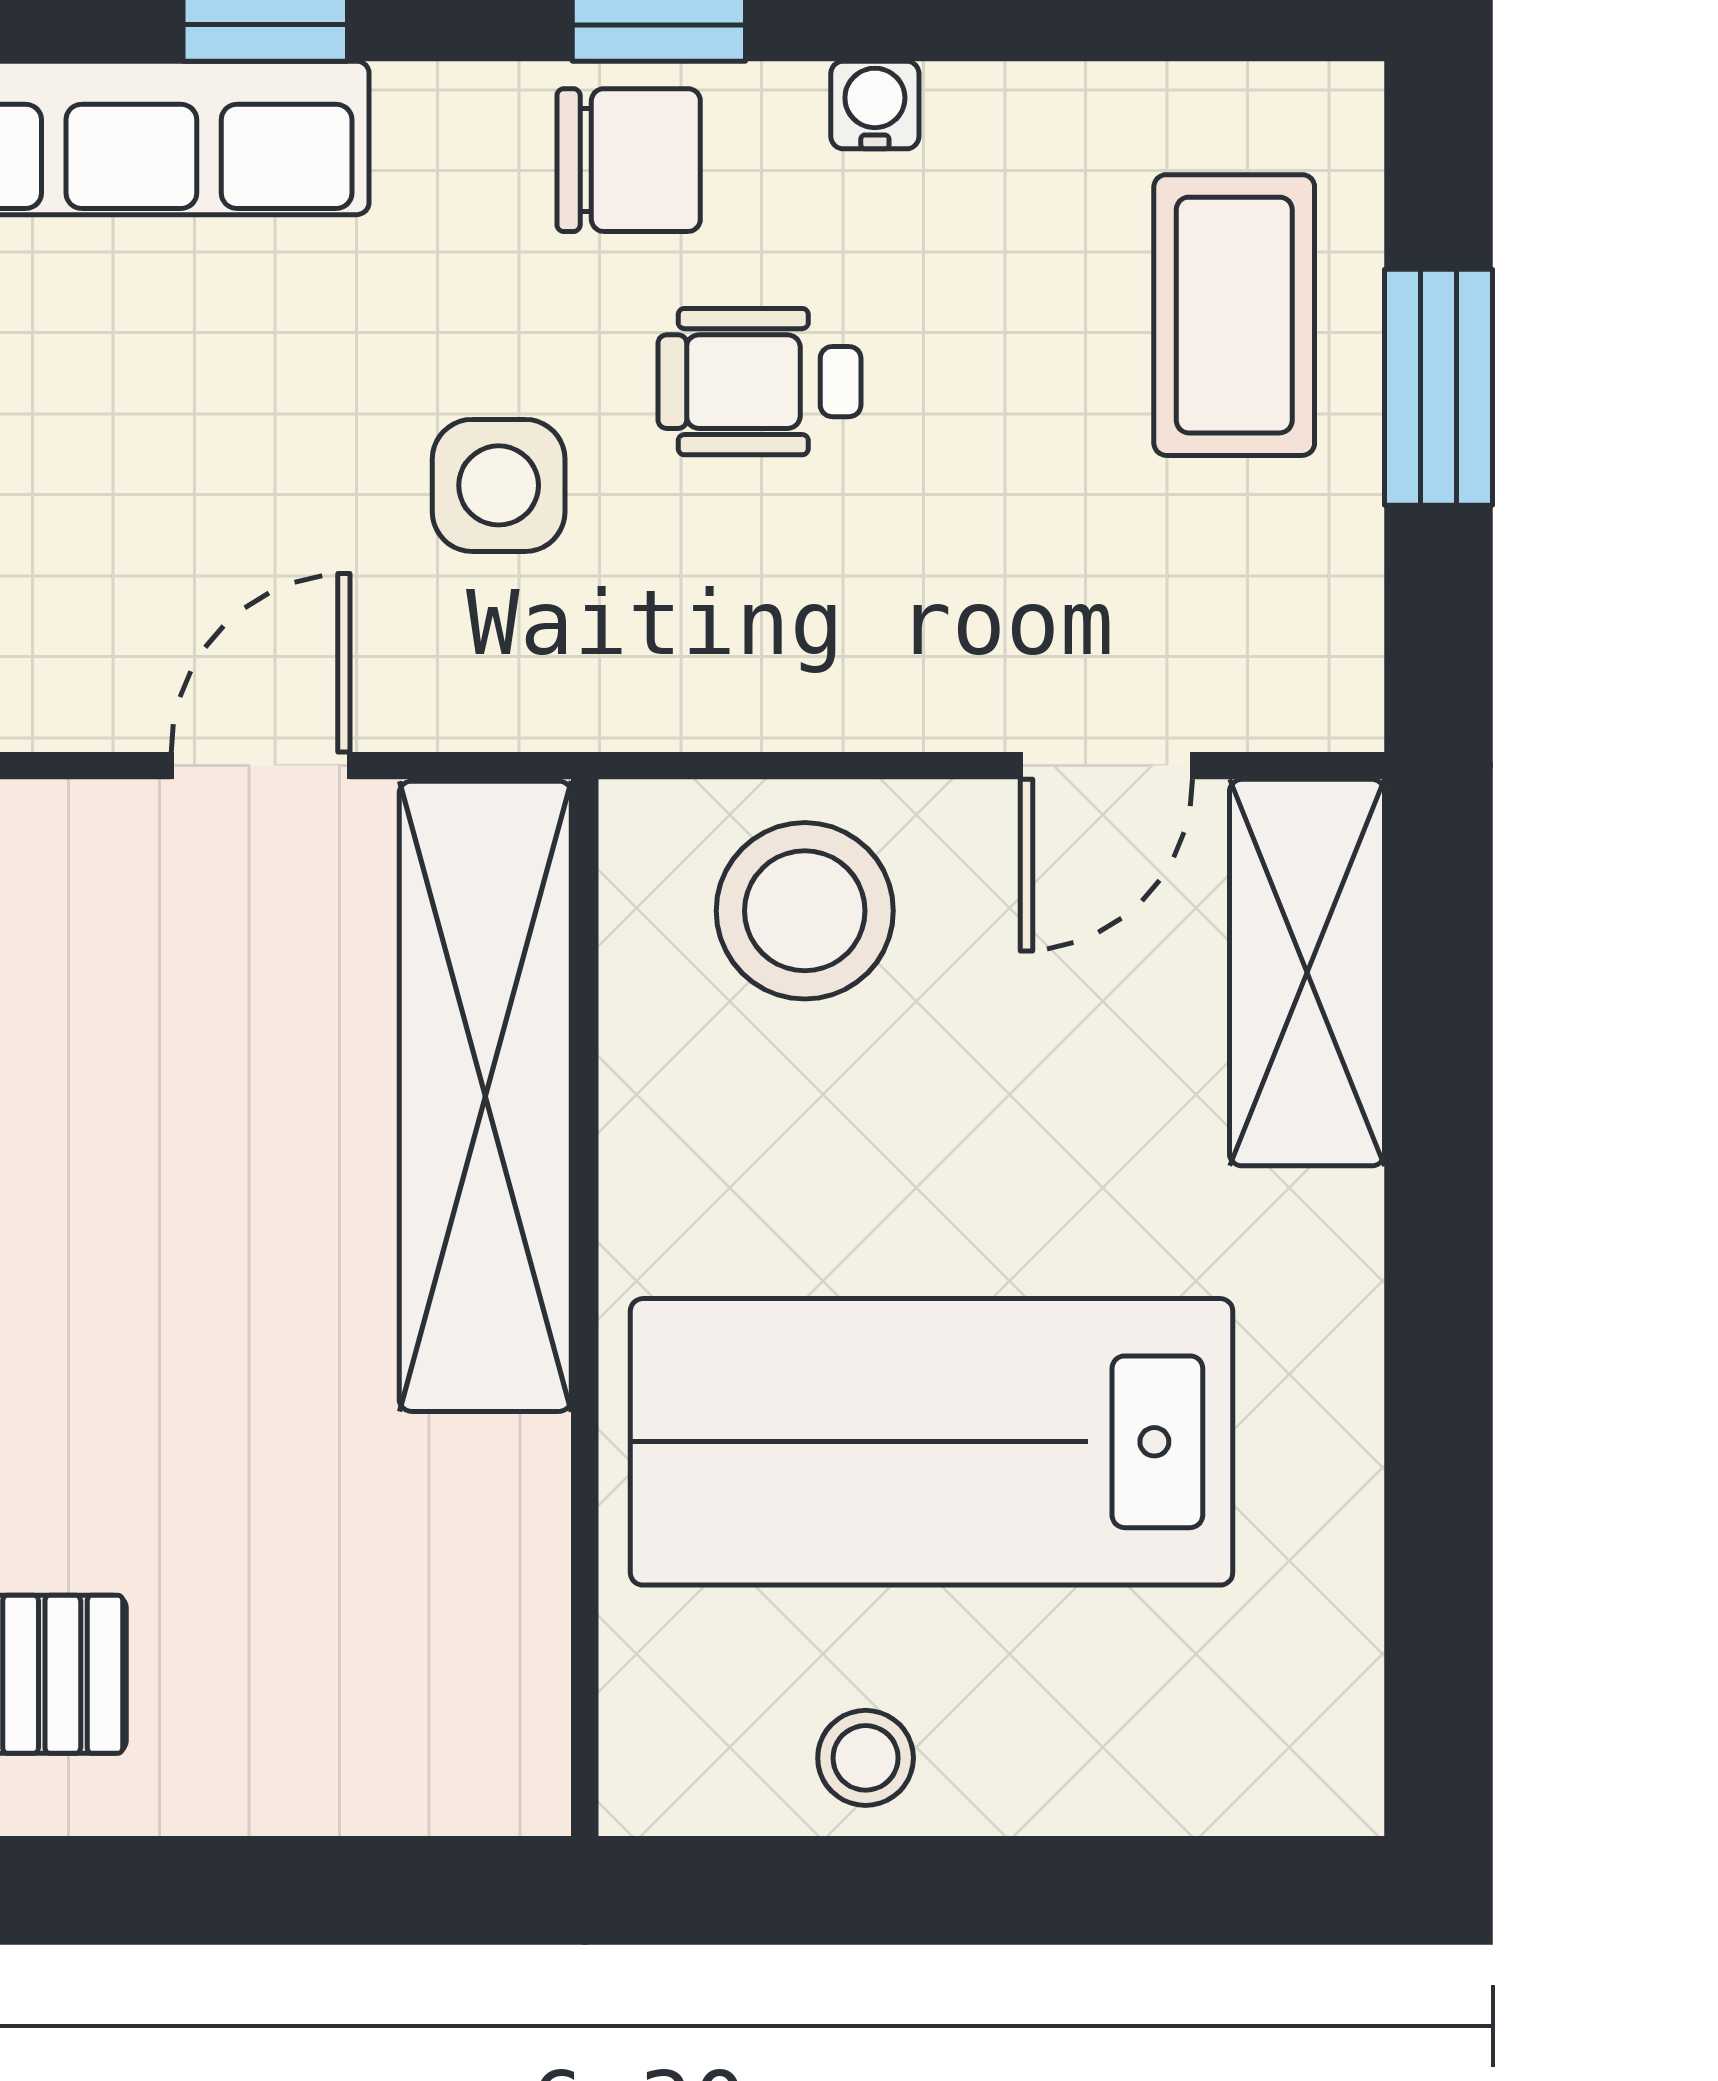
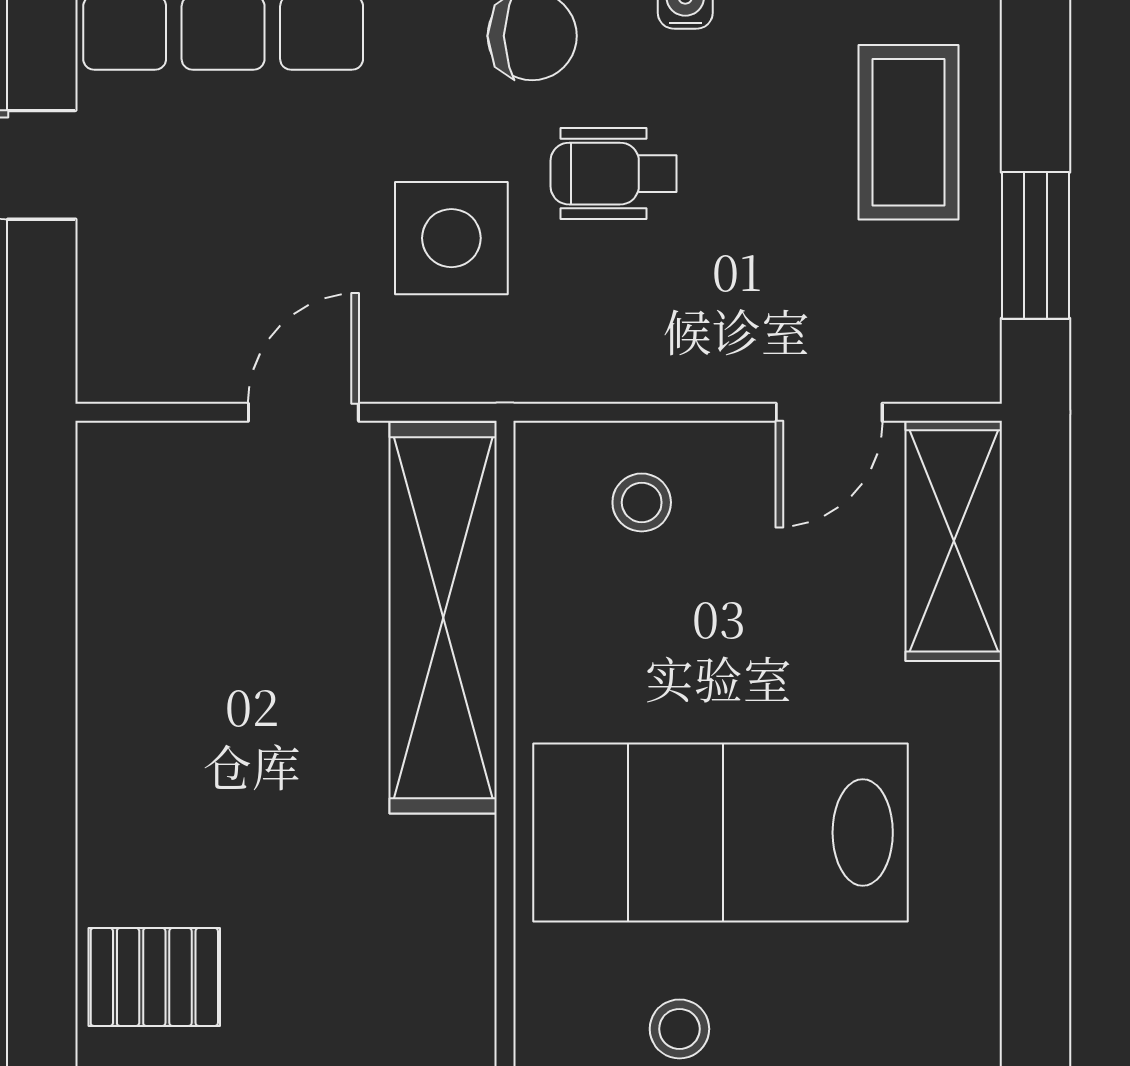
window: (1438, 387) -> (1036, 245), moved
side table: (499, 485) -> (451, 238), width x1.37, depth x1.37
stool: (805, 911) -> (642, 502), width x0.53, depth x0.53

